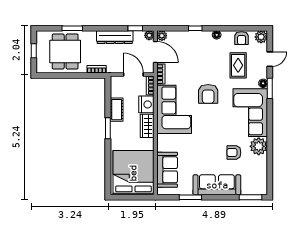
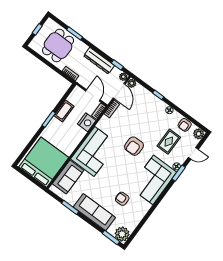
corner sofa: (174, 109) -> (94, 151), moved
wardrobe: (147, 126) -> (76, 137), removed
plant: (259, 146) -> (122, 234), moved

